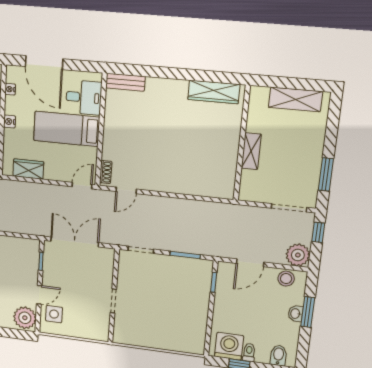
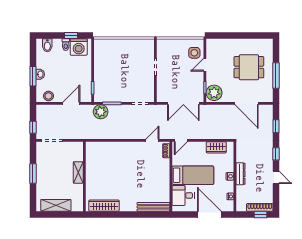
bench: (125, 82) -> (153, 207), width x1.36
window: (326, 175) -> (33, 173), moved
plant: (298, 255) -> (101, 112), moved
plant: (25, 318) -> (214, 93), moved

